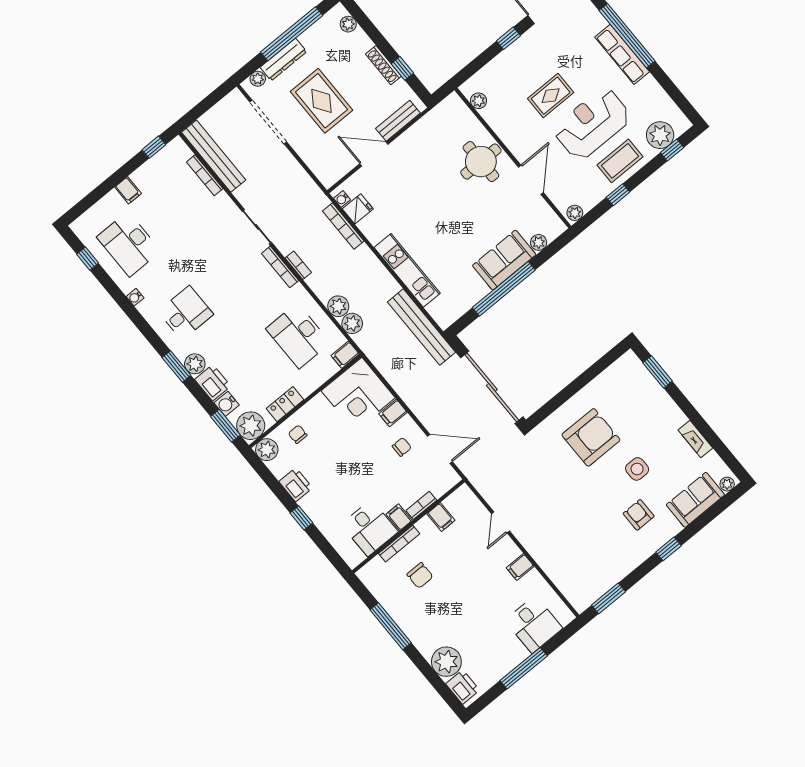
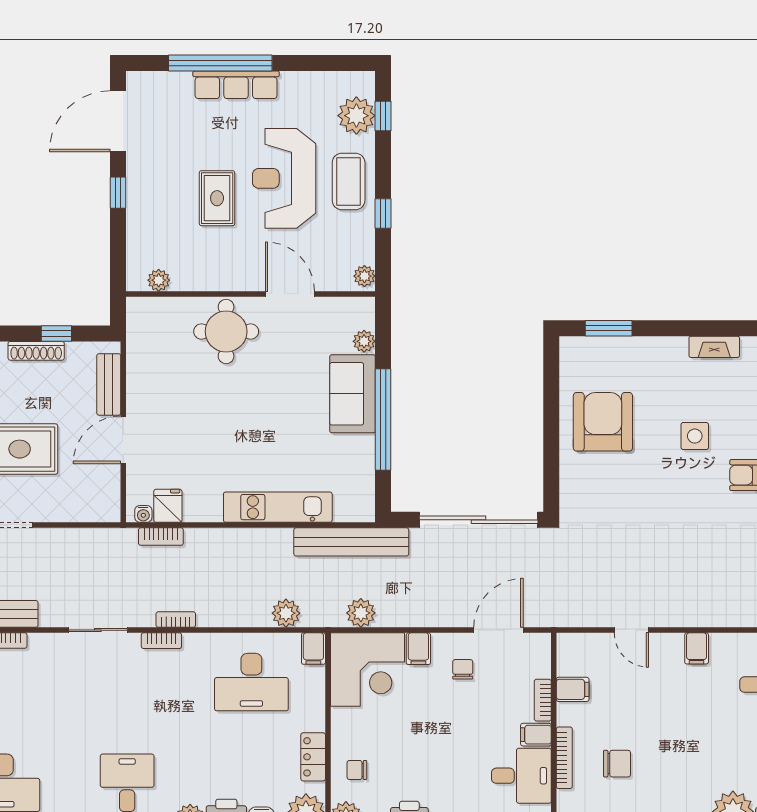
bookcase: (343, 226) -> (161, 537), width x0.64
bookcase: (280, 267) -> (161, 641), width x0.64
plant: (338, 306) -> (361, 613), moved
armchair: (591, 437) -> (603, 422), moved

